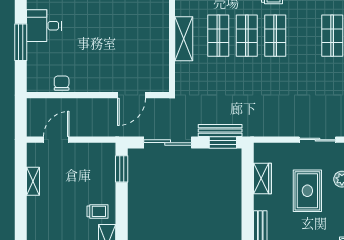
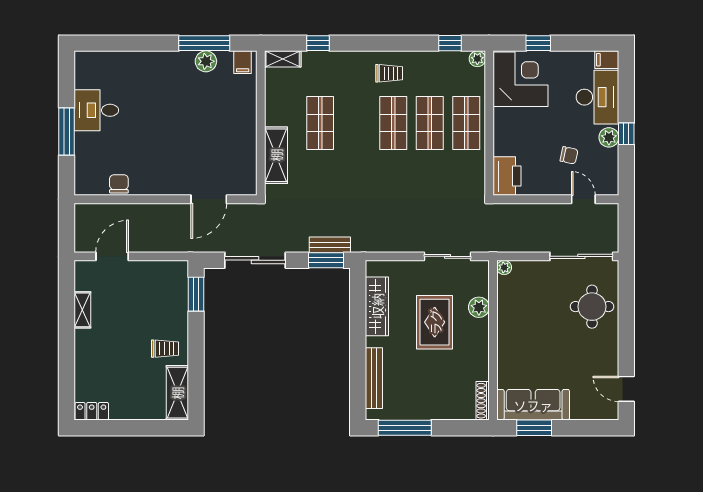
shop shelf: (247, 36) -> (430, 123), moved
shelving: (184, 39) -> (276, 155), moved
bench: (220, 130) -> (330, 245), width x0.73
wardrobe: (262, 179) -> (377, 306), width x1.50

